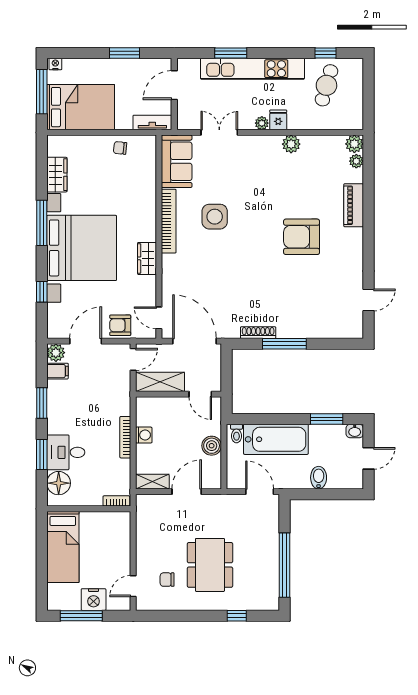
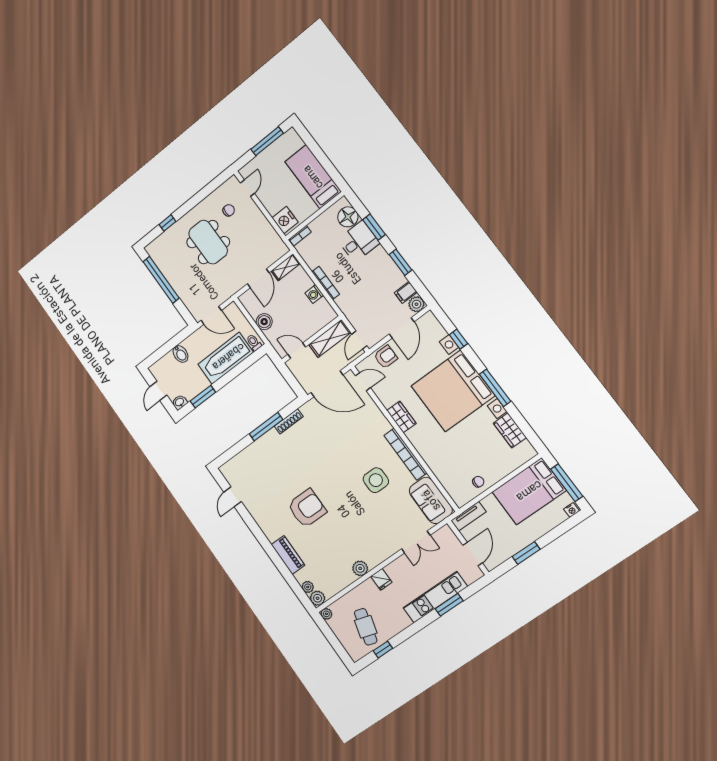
kitchen unit: (252, 69) -> (435, 597), width x0.73
plant: (262, 123) -> (326, 614), moved
nightstand: (94, 600) -> (285, 220), moved, turned -90

